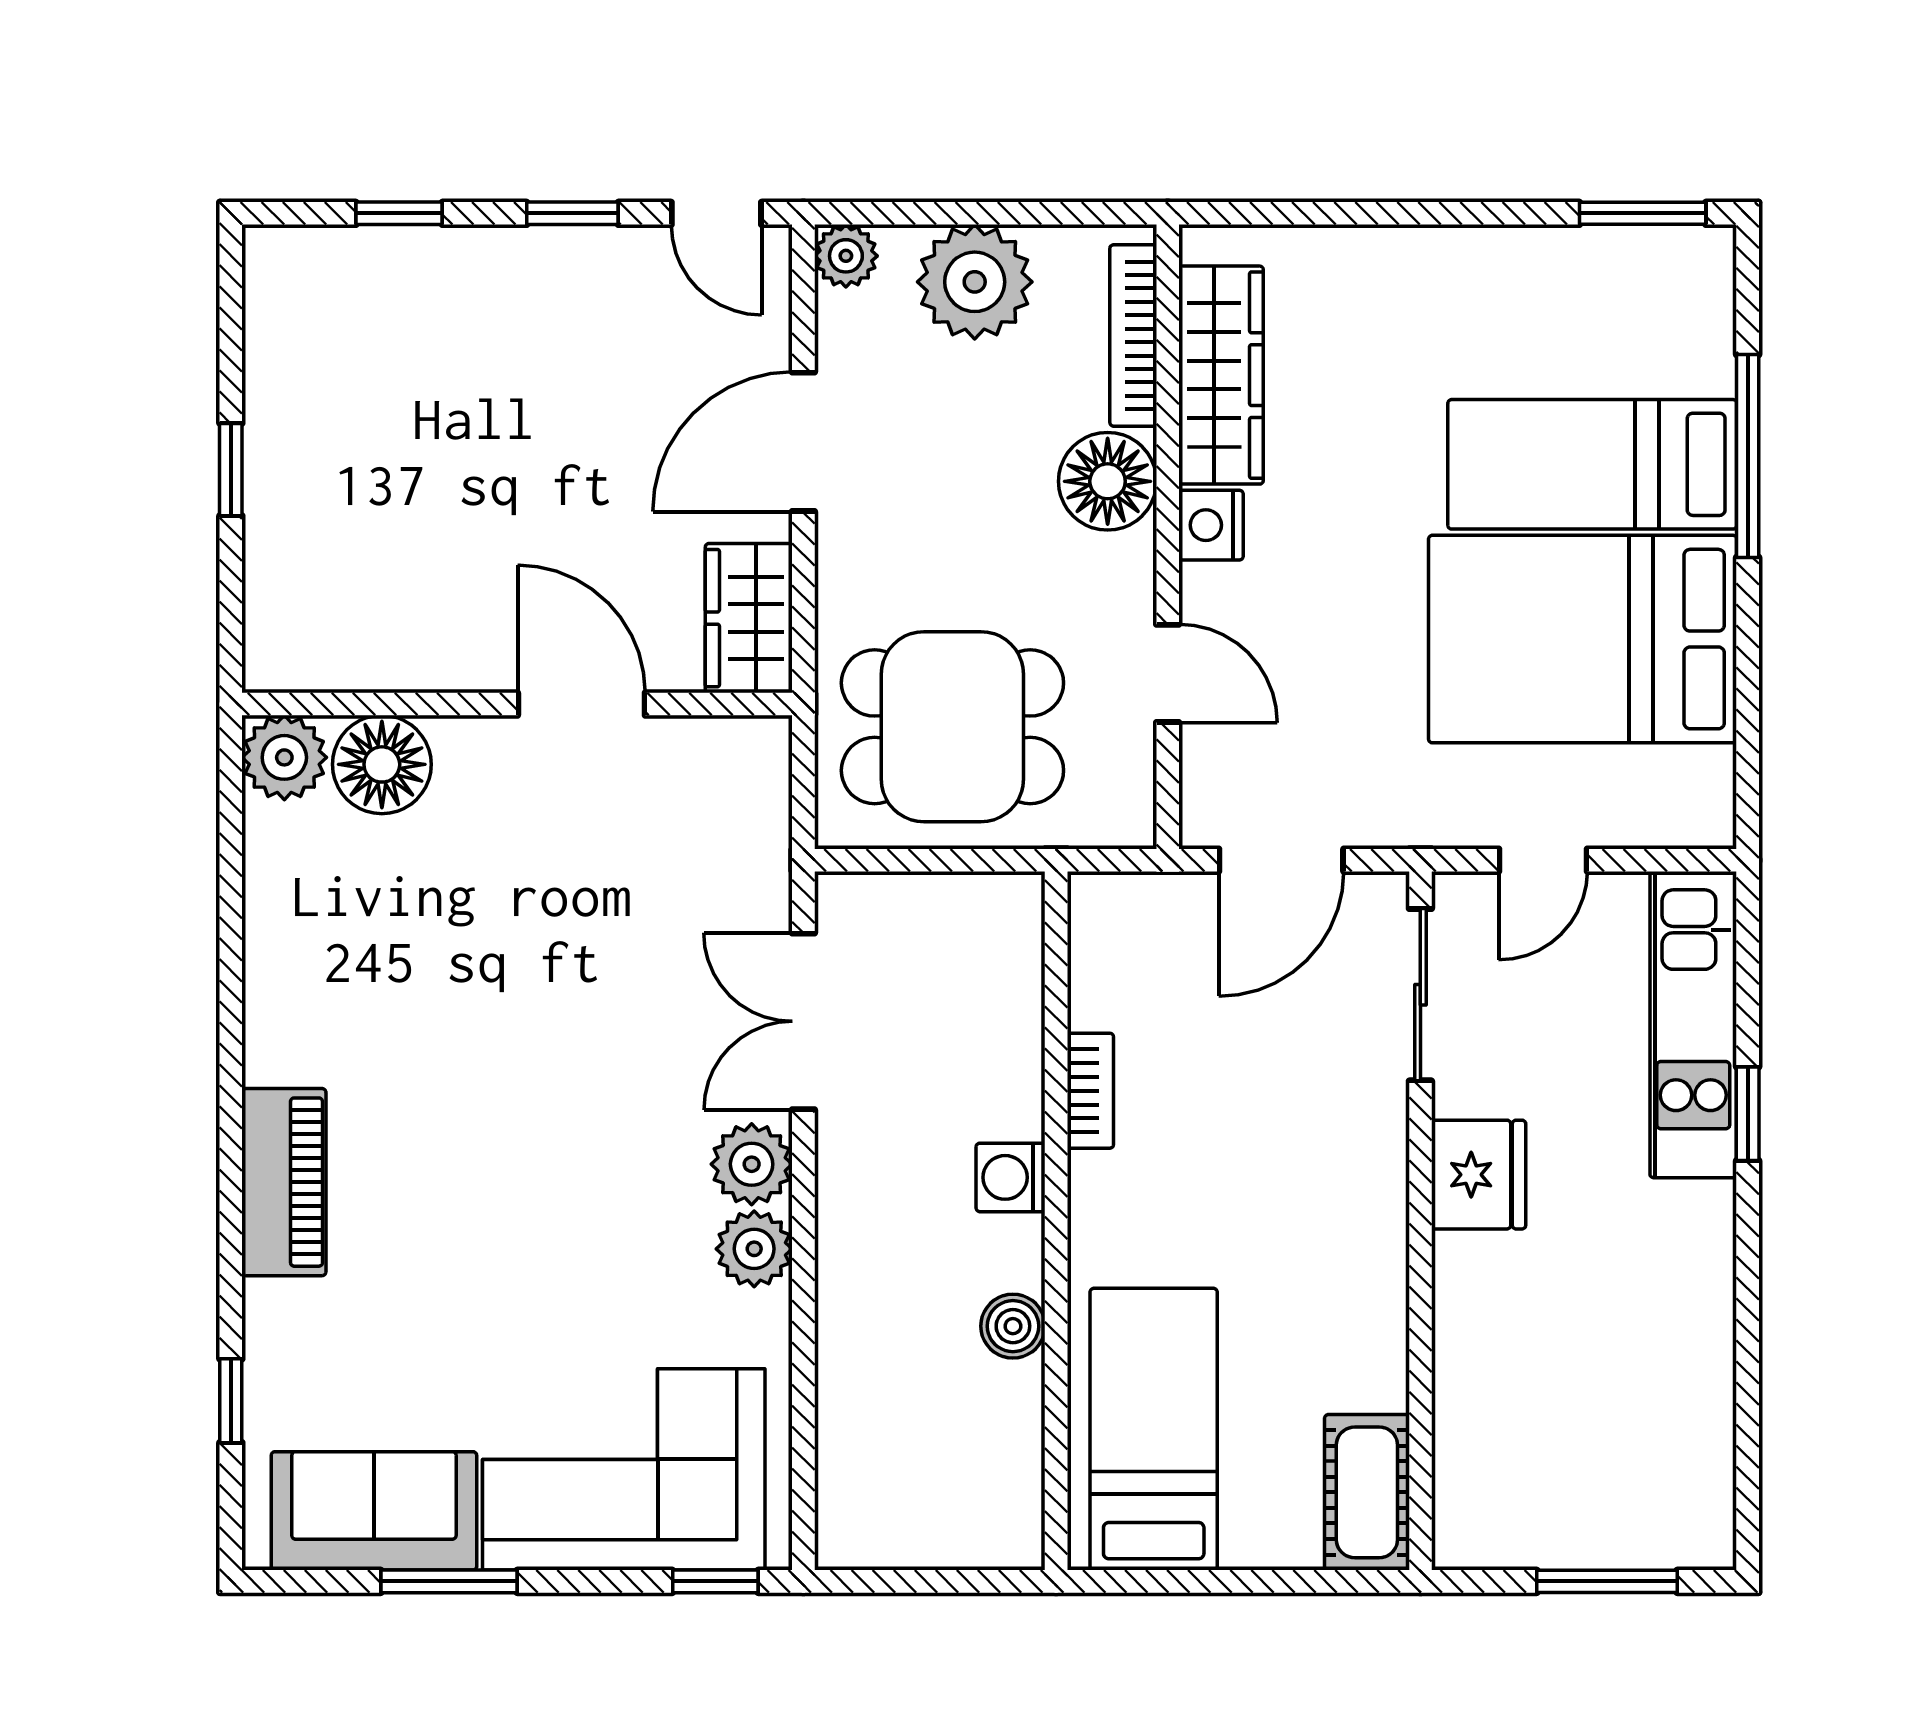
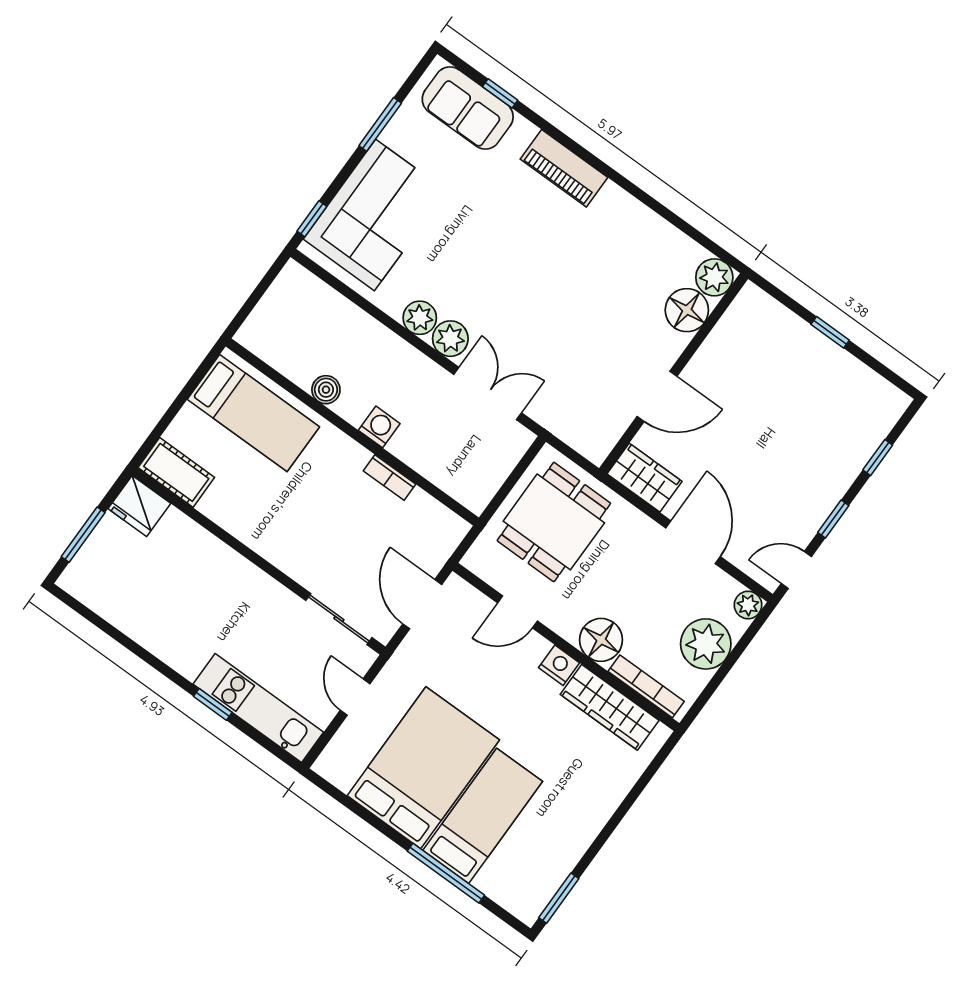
fridge: (1479, 1175) -> (139, 506), moved
sofa: (374, 1511) -> (468, 108), moved, turned 90

